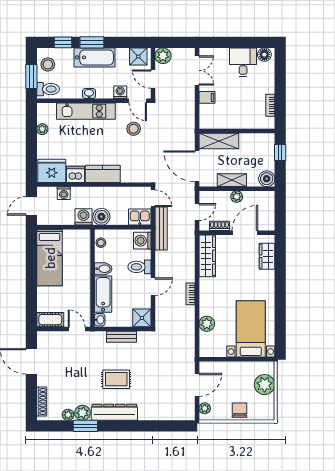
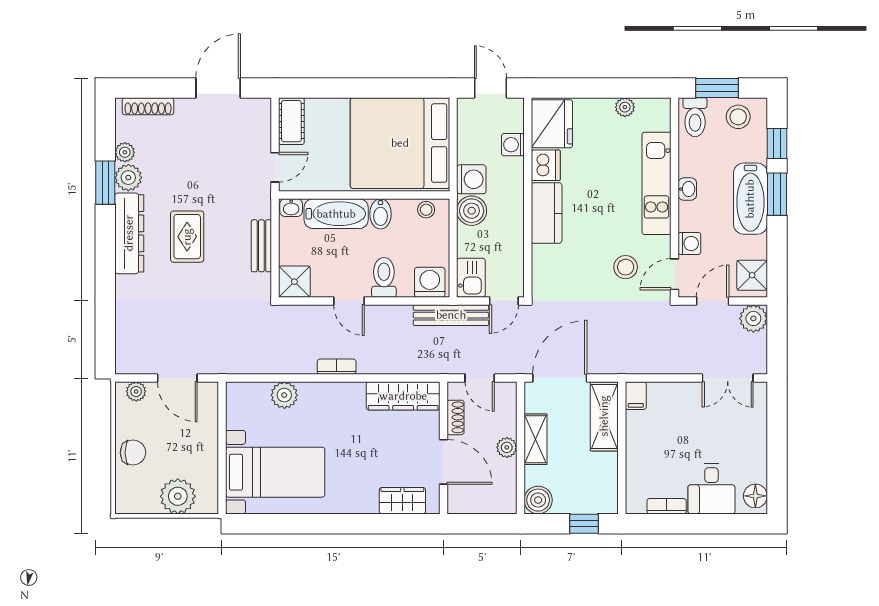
desk: (243, 62) -> (711, 489), moved, turned 90
filing cabinet: (207, 97) -> (636, 396), moved
bed: (50, 258) -> (400, 143), width x2.04

